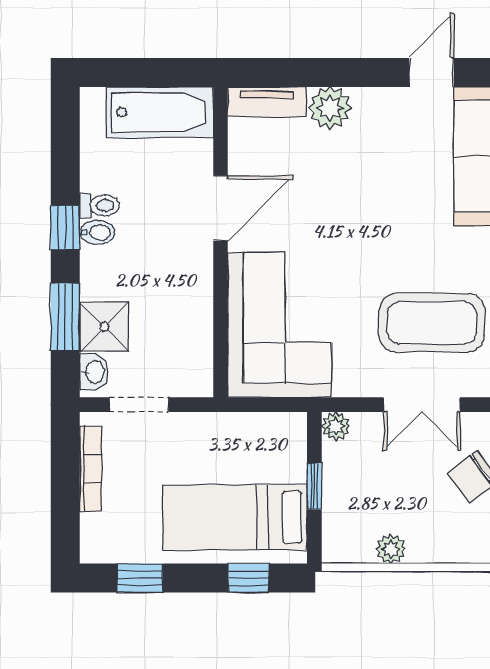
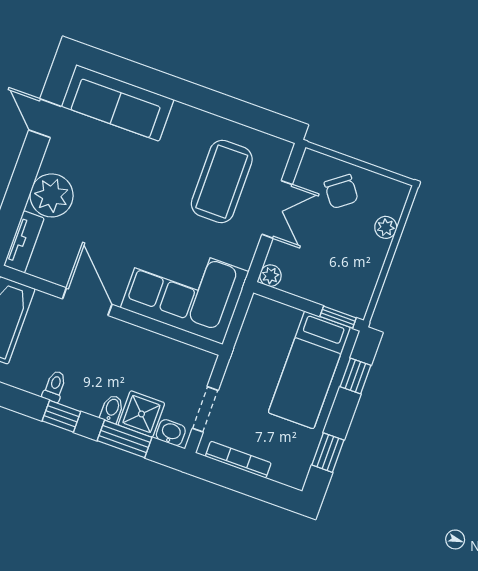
plant: (330, 108) -> (52, 195), width x1.36, depth x1.36
bidet: (97, 232) -> (112, 409), moved
window: (314, 486) -> (338, 317), moved
plant: (391, 549) -> (386, 227), moved

